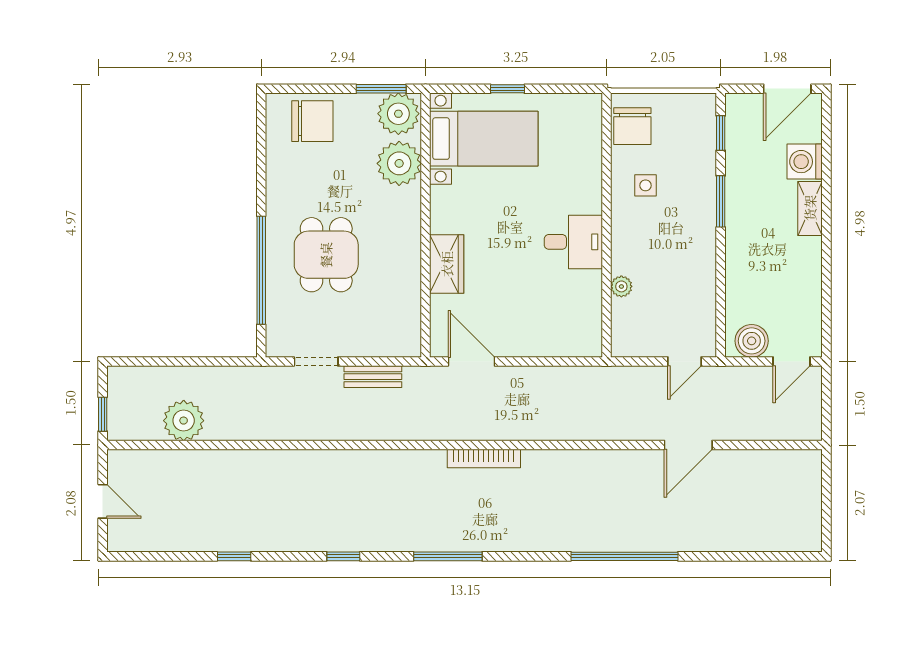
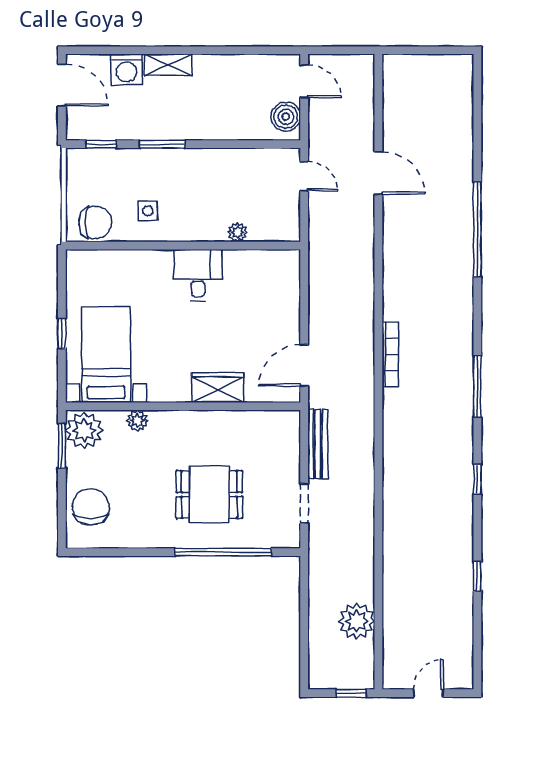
plant: (399, 163) -> (137, 421), width x0.53, depth x0.53
bench: (373, 377) -> (318, 444), width x1.36

